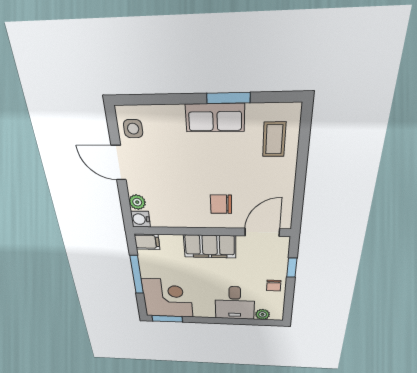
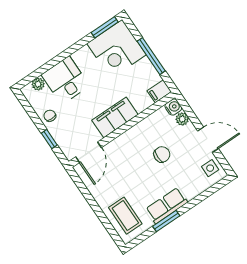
coffee table: (274, 139) -> (125, 216), width x1.36, depth x1.30
chair: (221, 204) -> (162, 154), moved

